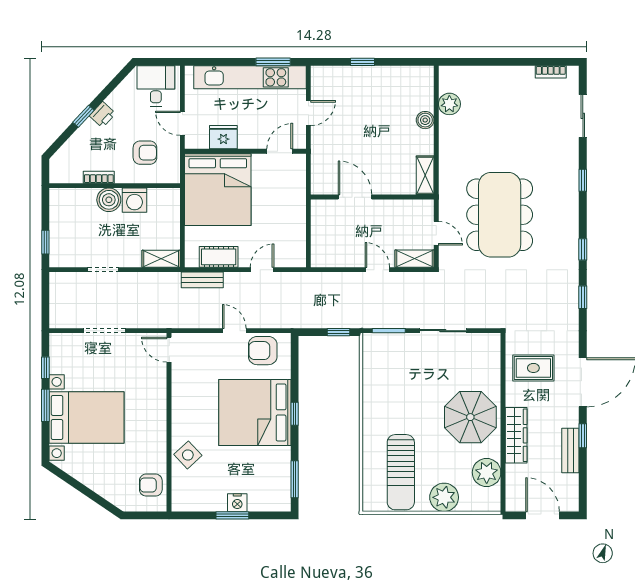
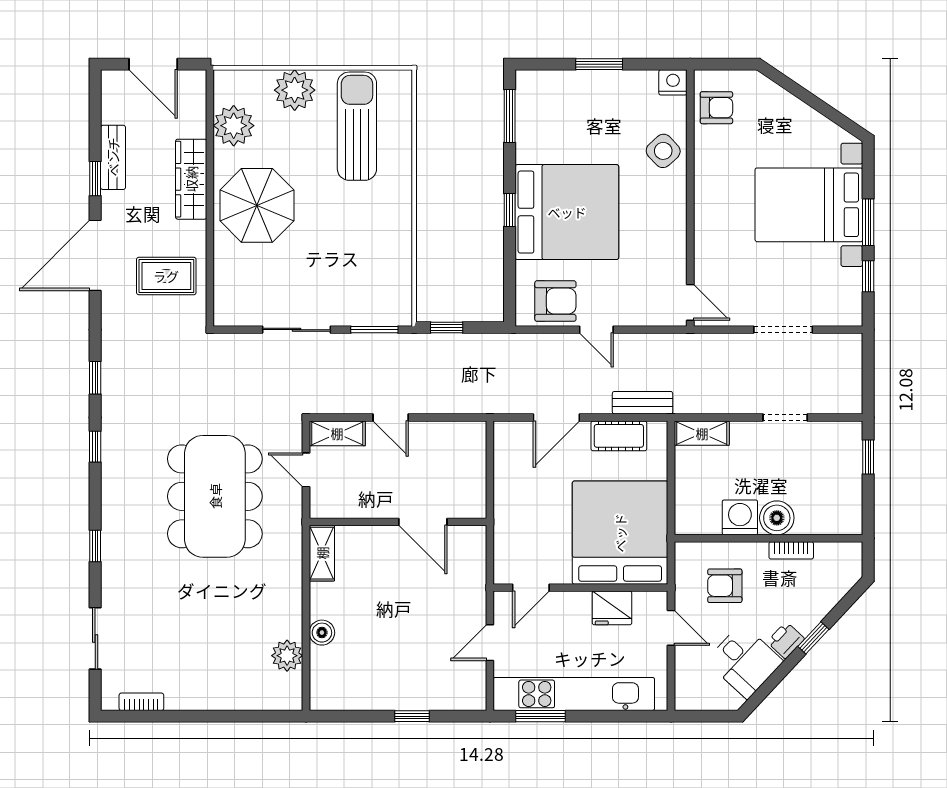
desk: (156, 86) -> (745, 661), moved, turned -47
door: (262, 270) -> (556, 418), width x1.38
nightstand: (237, 503) -> (673, 82), moved

